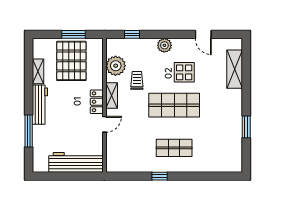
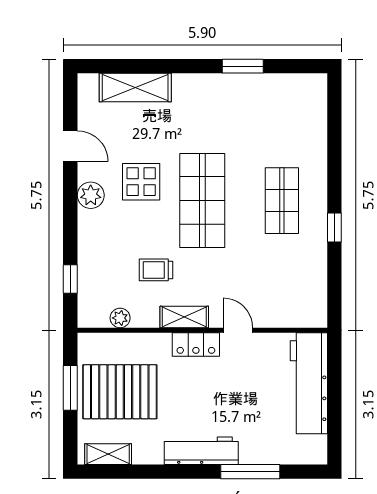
door: (203, 34) -> (70, 146), hinge flipped
plant: (164, 45) -> (91, 195), moved
plant: (116, 66) -> (120, 318), width x0.53, depth x0.53
shelving: (38, 71) -> (108, 454), moved

